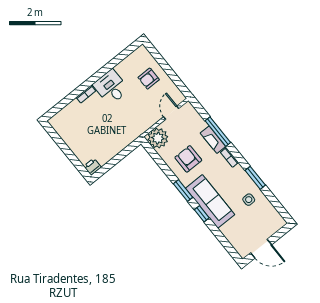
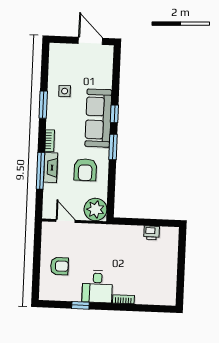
window: (111, 65) -> (80, 305), added
door: (171, 113) -> (66, 221), swing flipped
printer: (92, 167) -> (152, 233), moved

